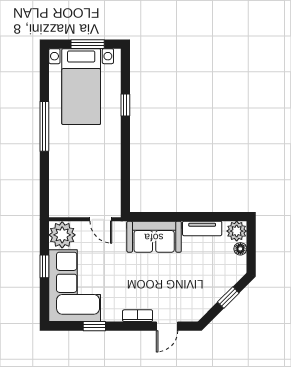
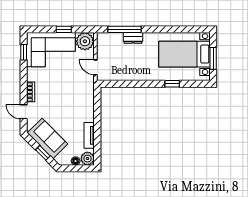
window: (44, 126) -> (124, 29), moved
dresser: (57, 163) -> (133, 38), added
door: (101, 219) -> (95, 67), hinge flipped
sofa: (154, 237) -> (47, 138), moved, turned 135
window: (94, 326) -> (24, 52), moved

